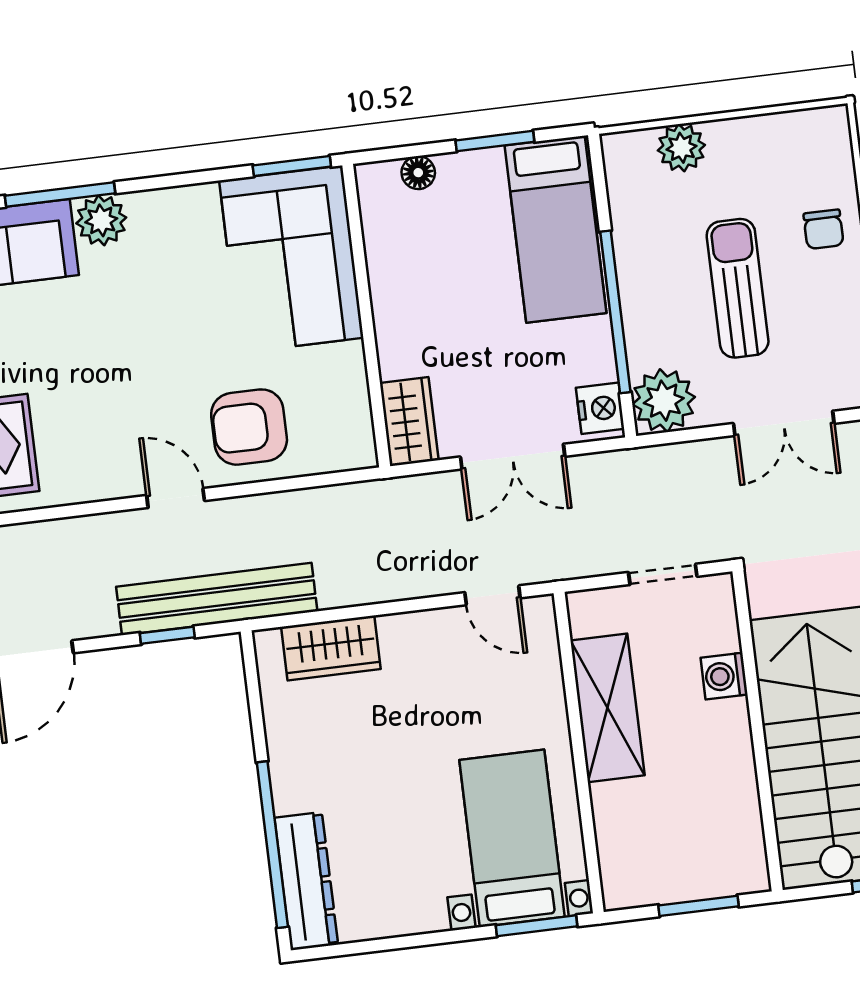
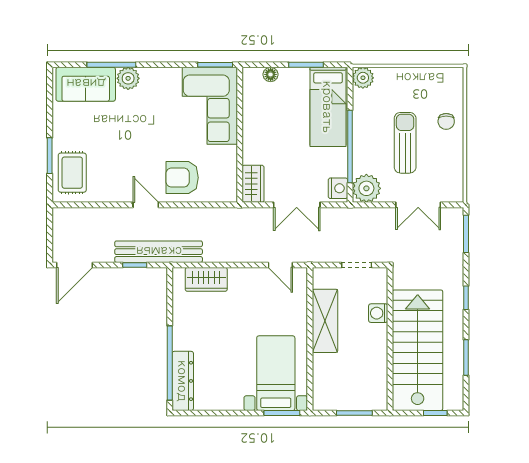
plant: (681, 148) -> (363, 78), moved

